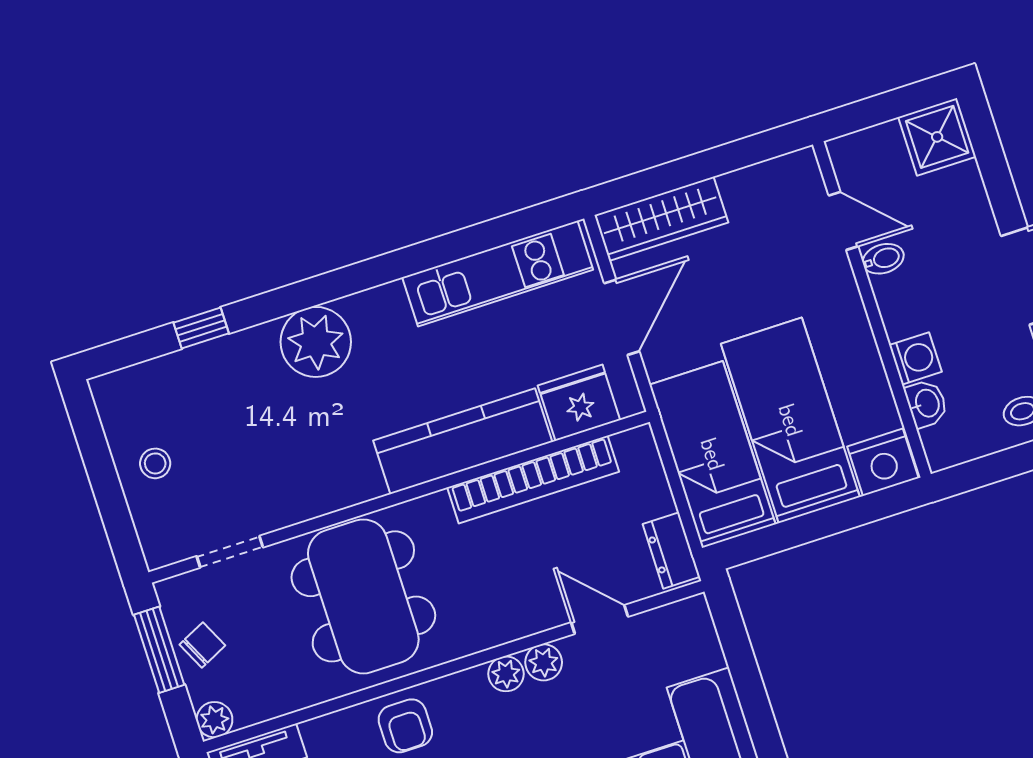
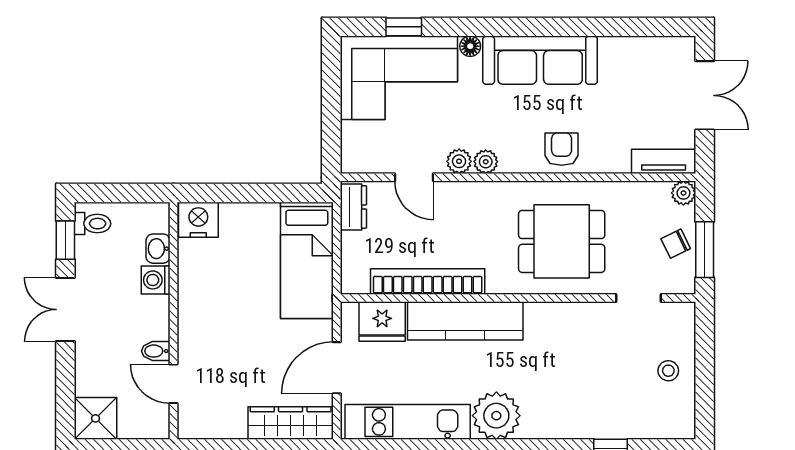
plant: (316, 342) -> (496, 416), moved
bed: (790, 420) -> (249, 266), removed
dining table: (363, 596) -> (562, 241), width x0.73

